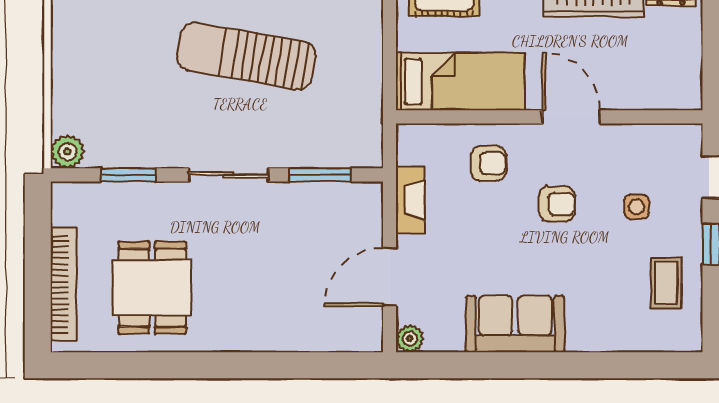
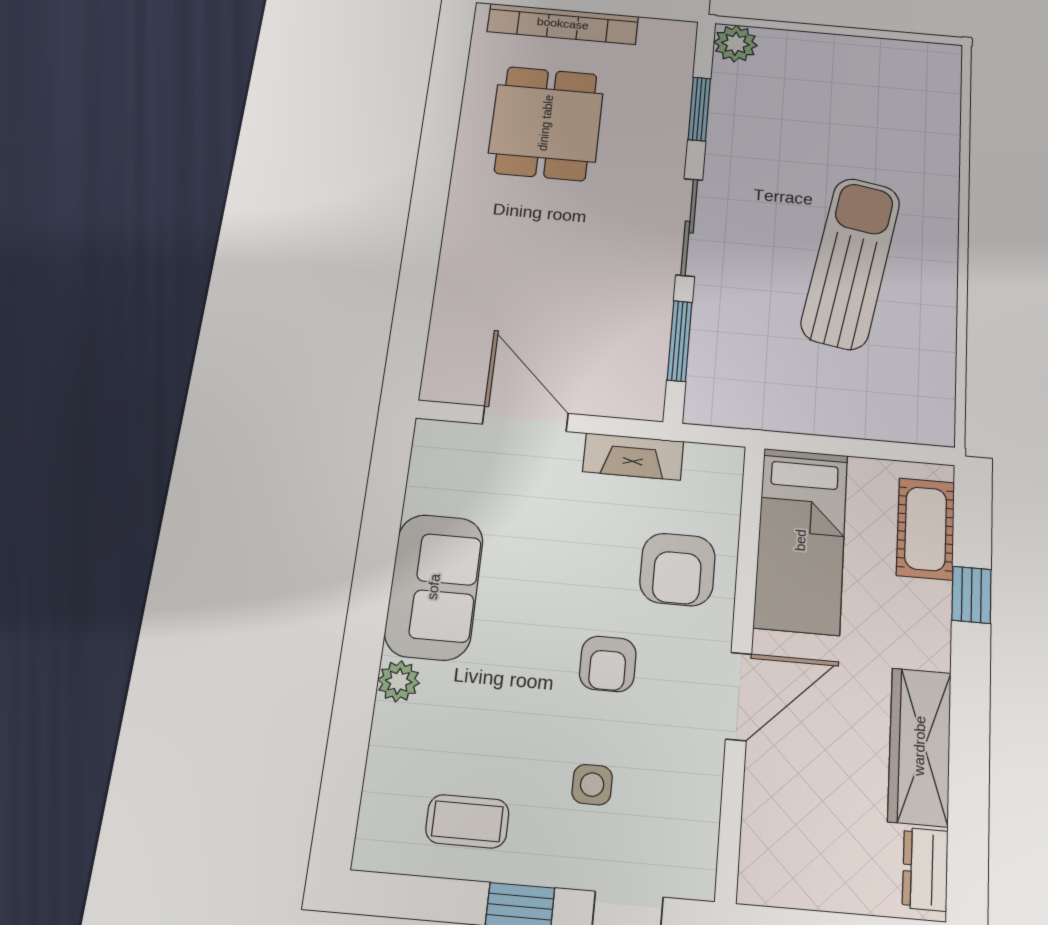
armchair: (488, 163) -> (677, 569), width x1.38, depth x1.38
dining table: (152, 288) -> (546, 123), turned 90
plant: (410, 339) -> (399, 681), moved

